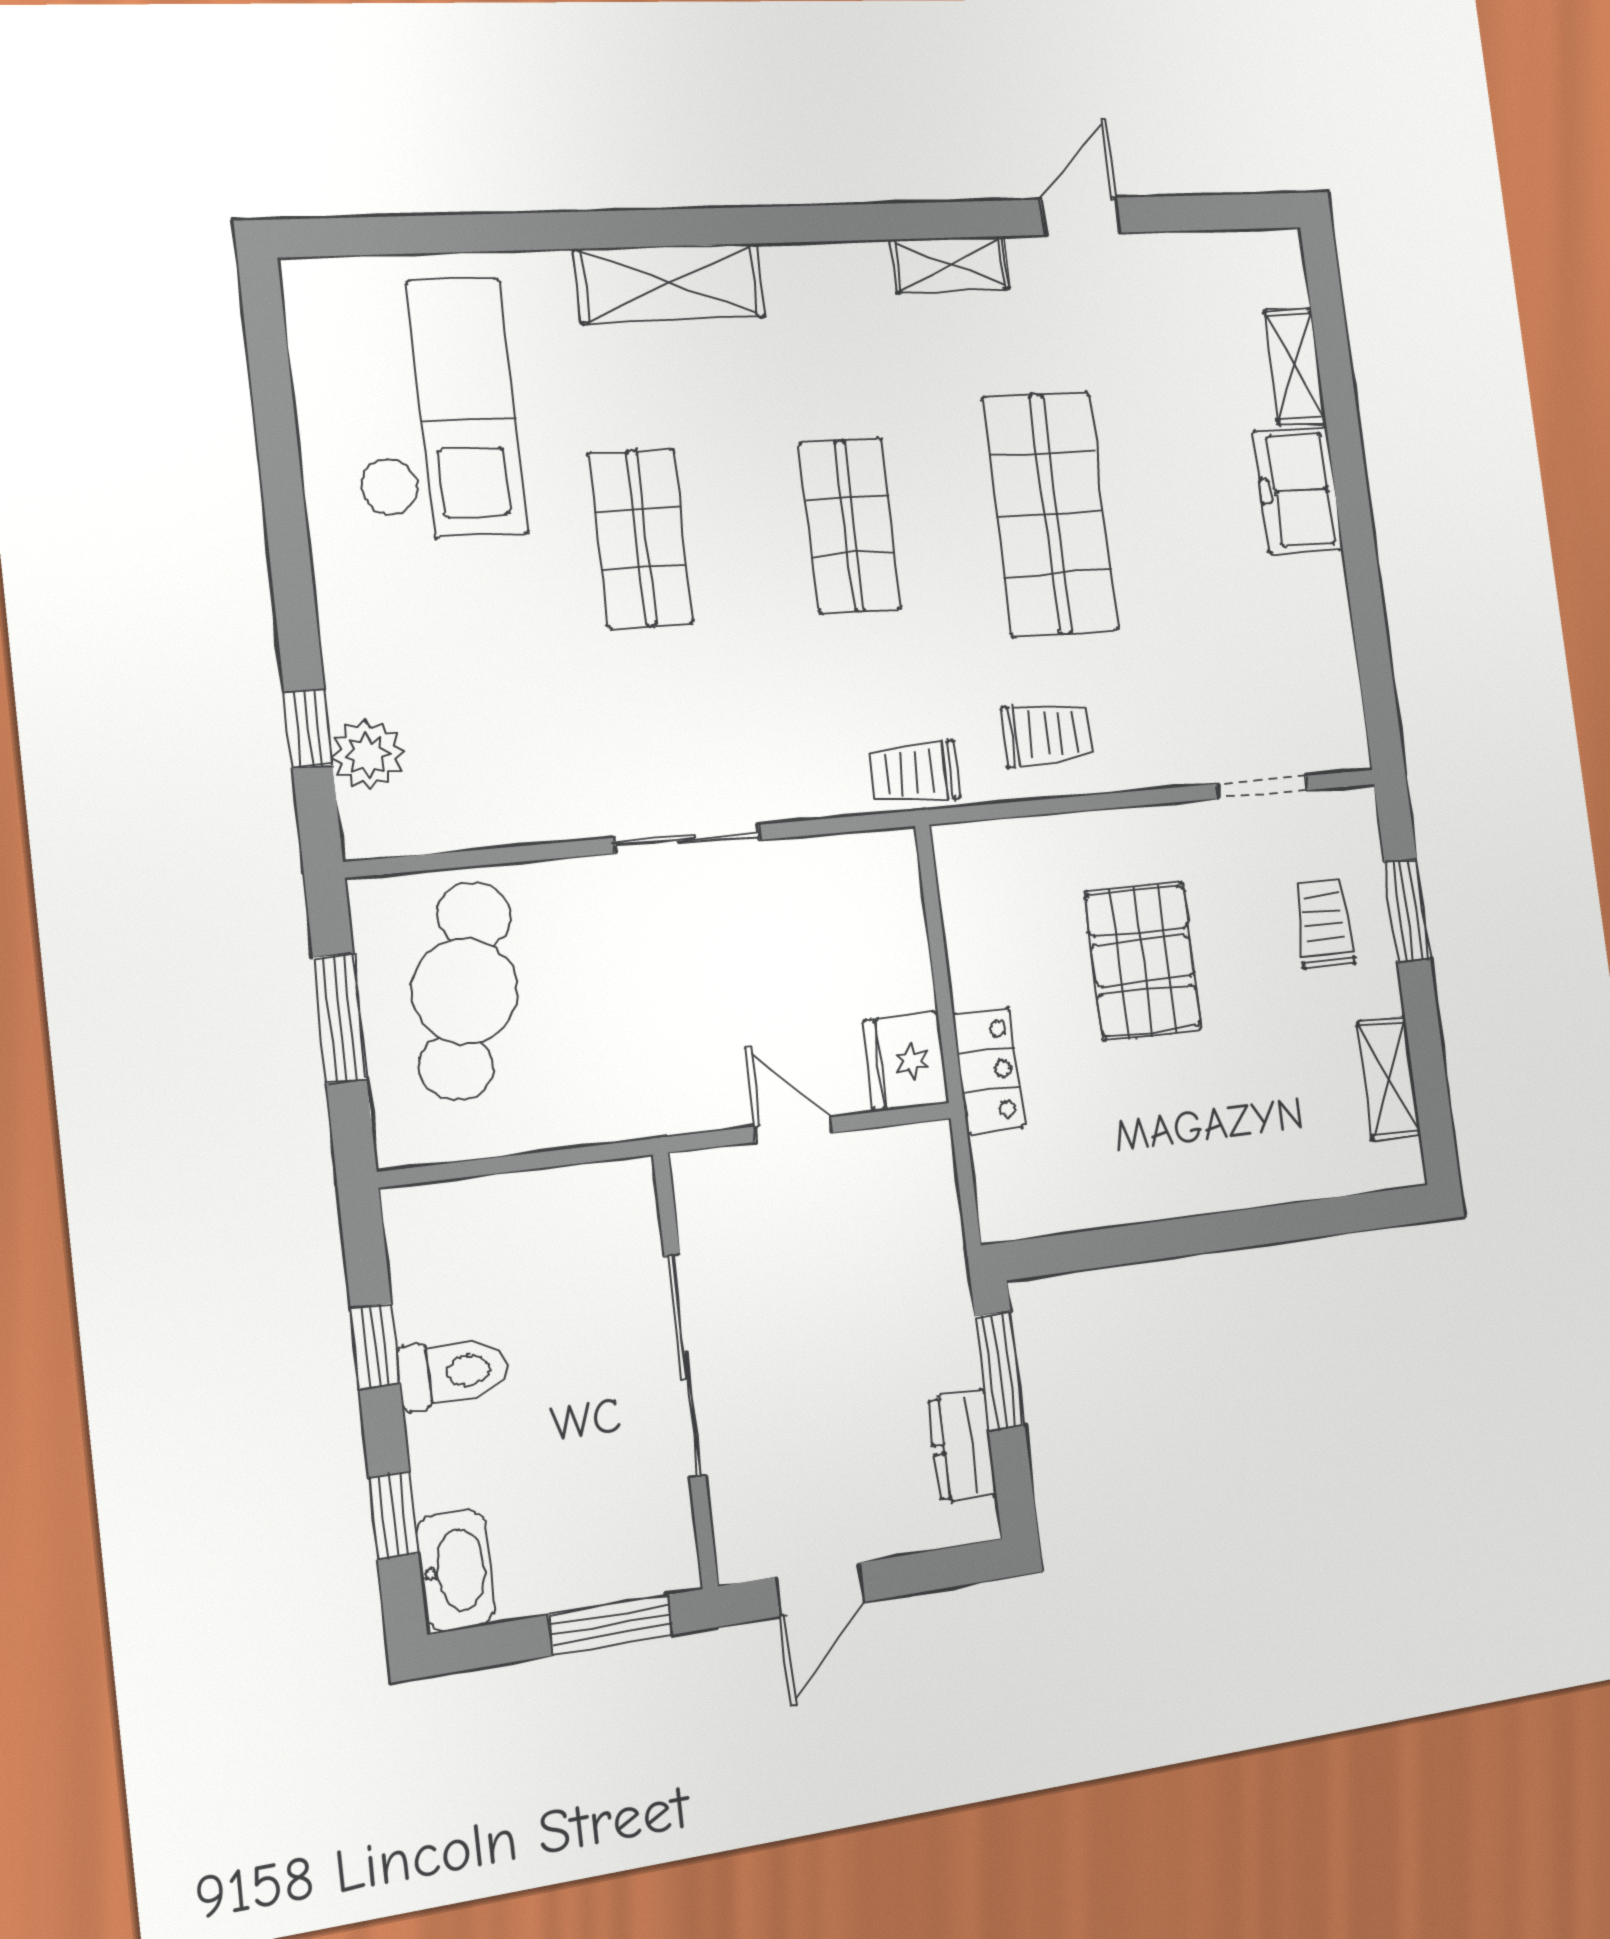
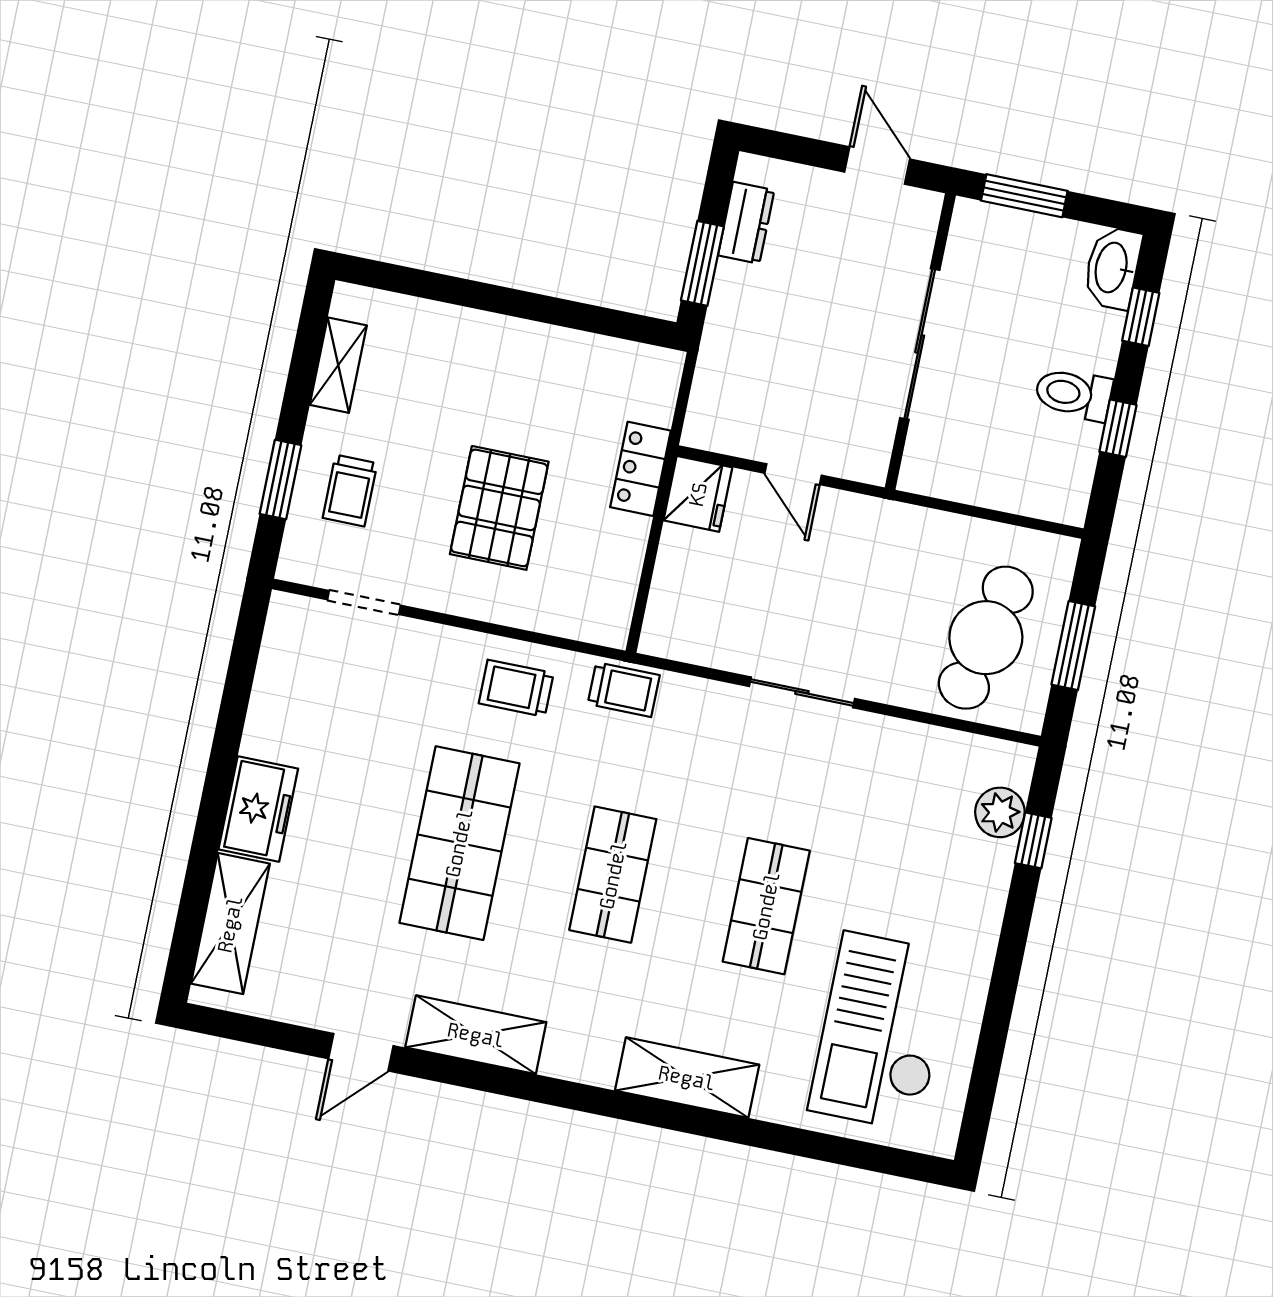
shelving: (950, 264) -> (476, 1035), width x1.50, depth x1.33
shelving: (1295, 366) -> (230, 924), width x1.50, depth x1.33
door: (820, 1589) -> (877, 166), hinge flipped

